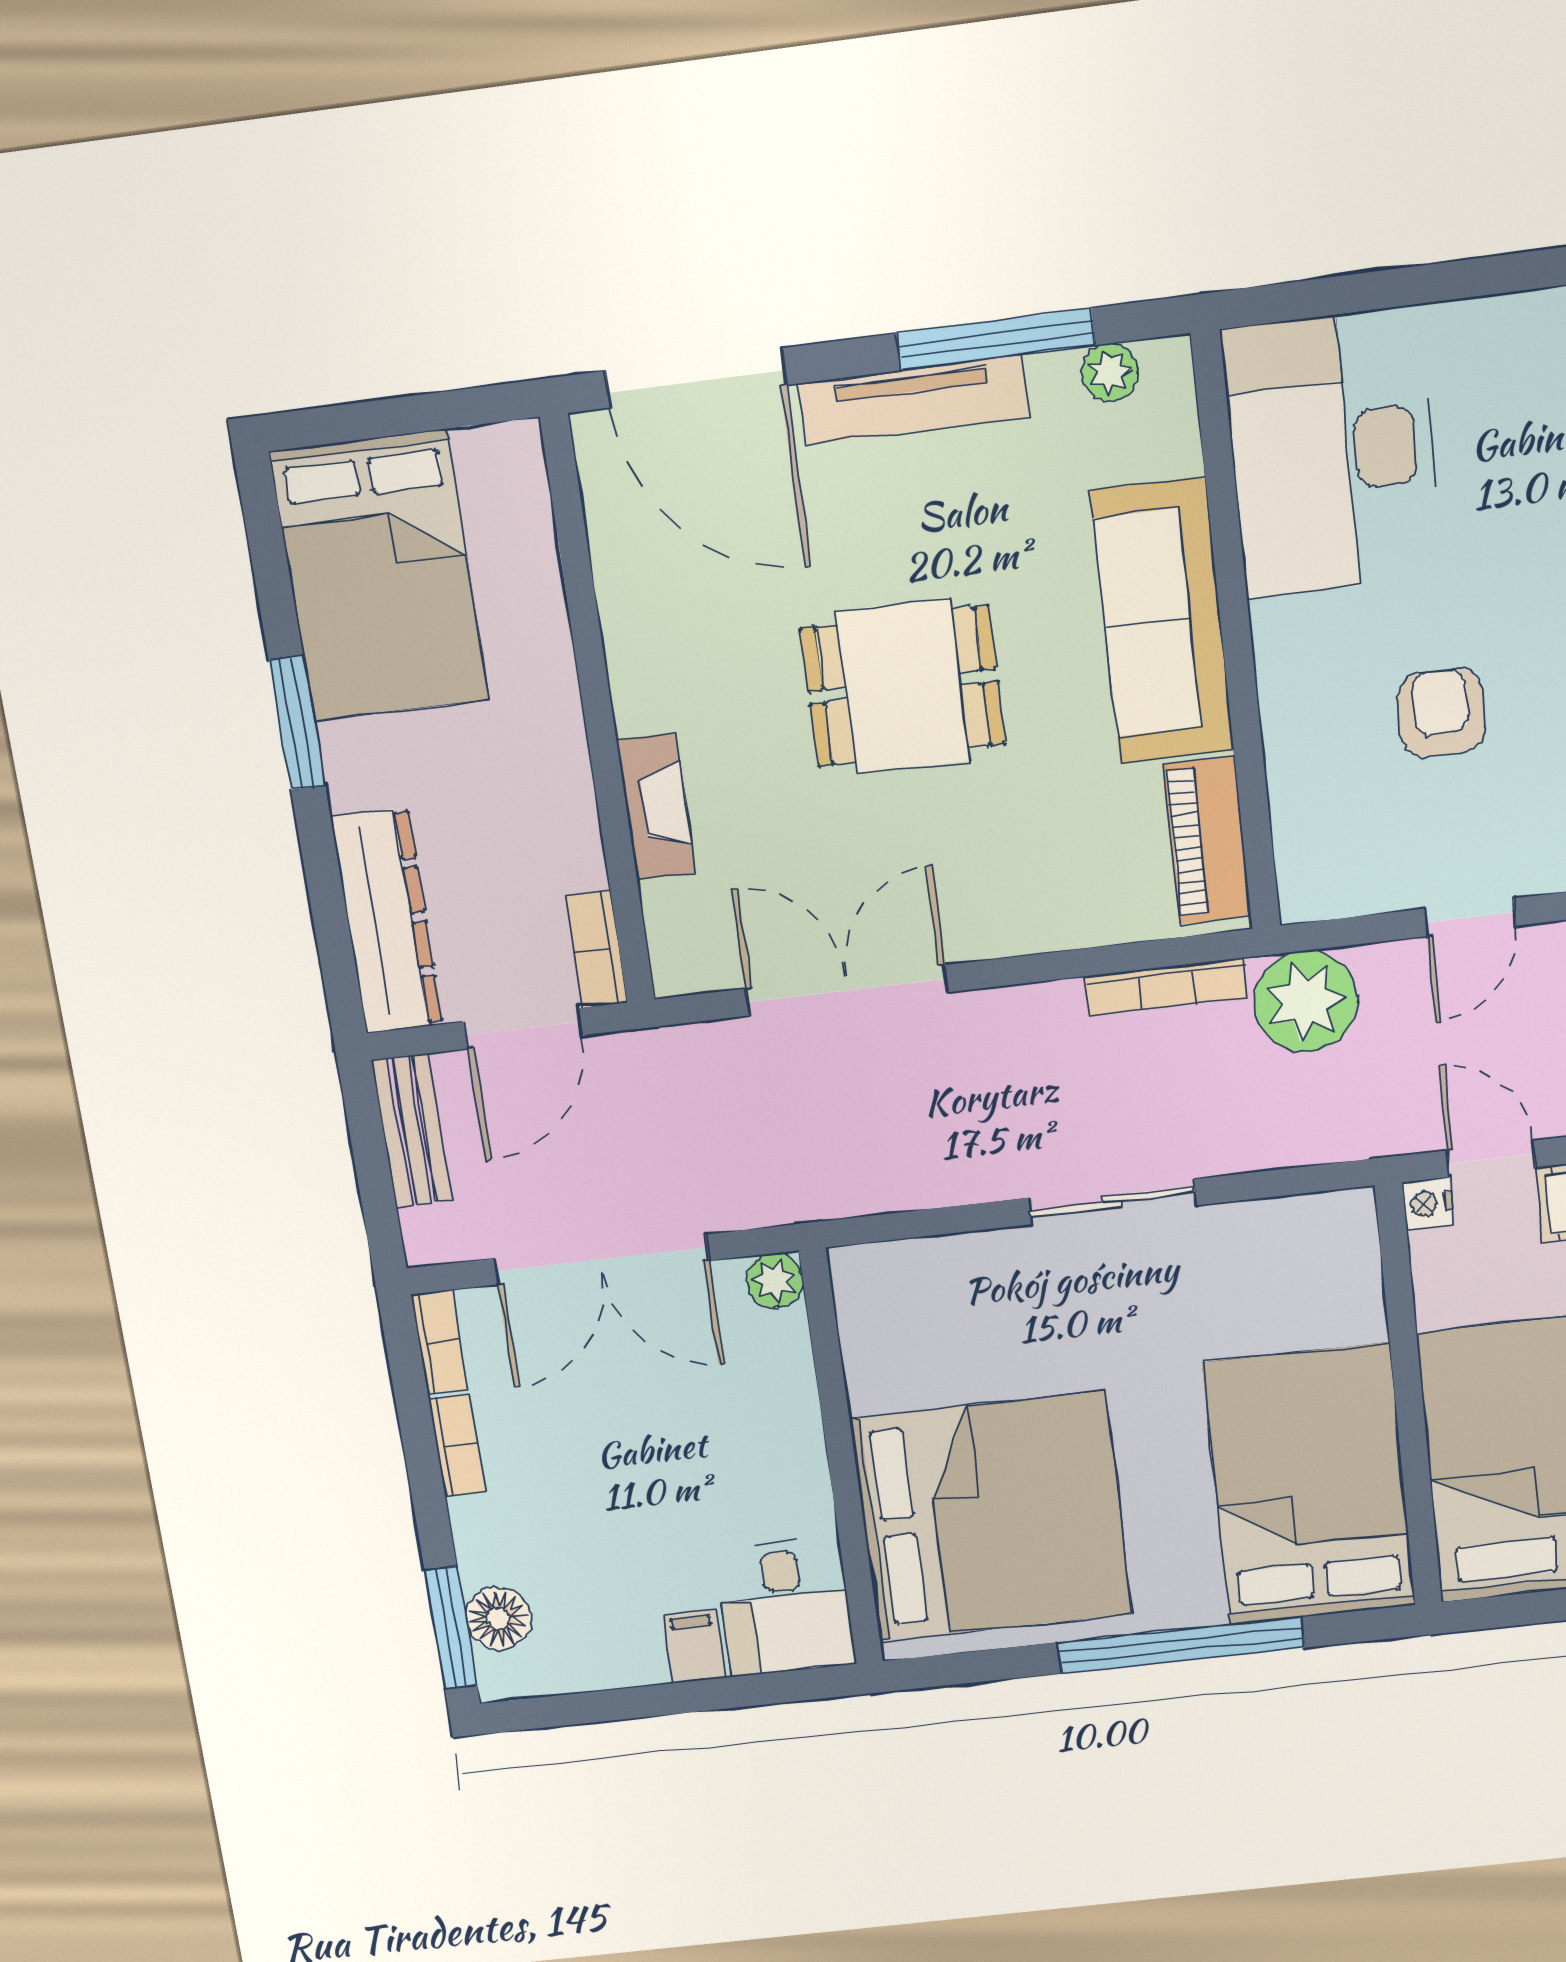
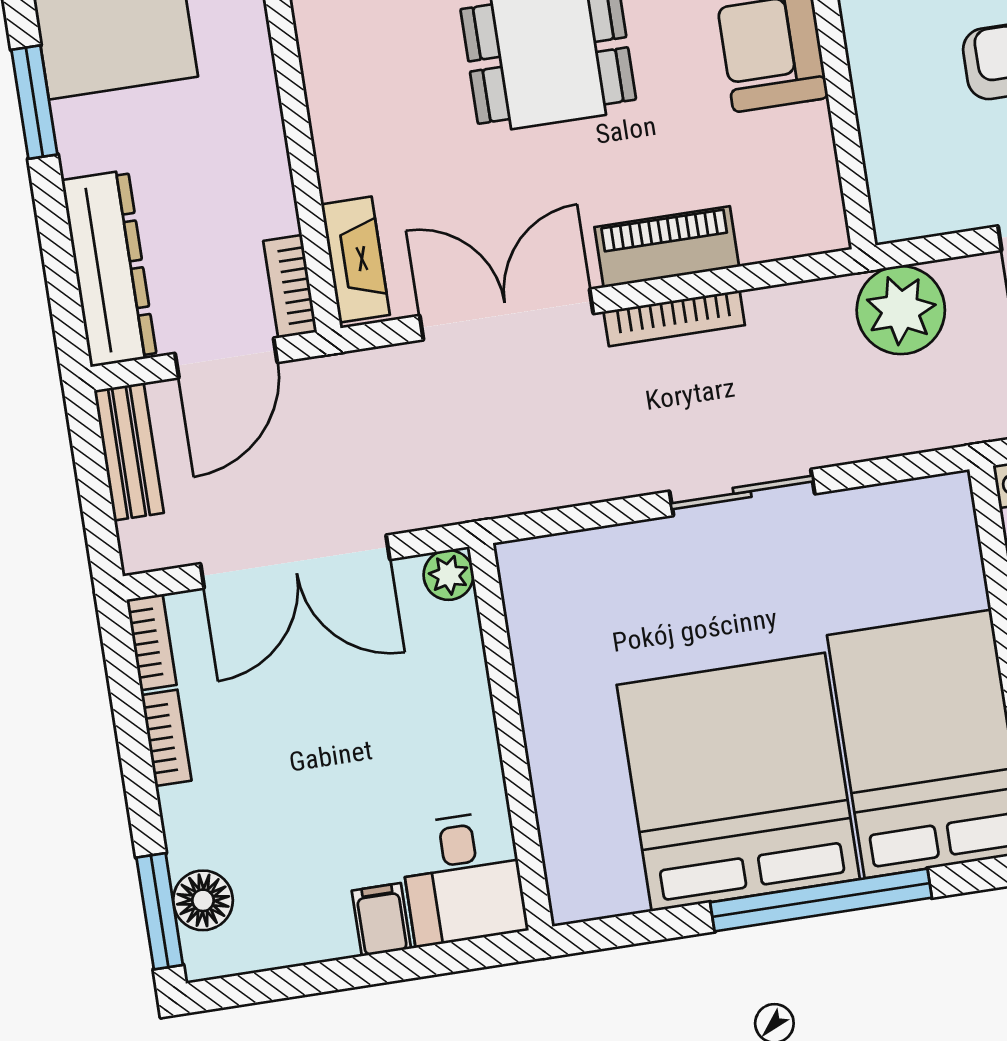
fireplace: (656, 807) -> (356, 260), moved
piano: (1207, 840) -> (667, 247), moved, turned 90
bookcase: (1166, 987) -> (674, 318), moved
bed: (991, 1517) -> (738, 782), moved, turned -90

